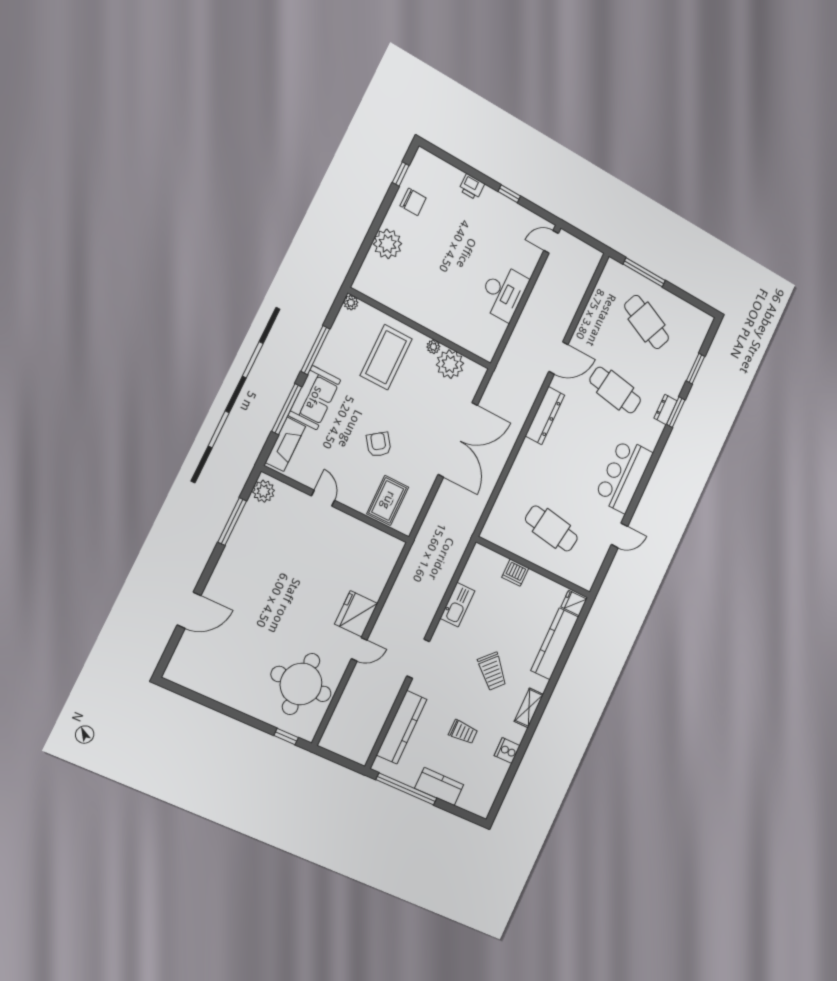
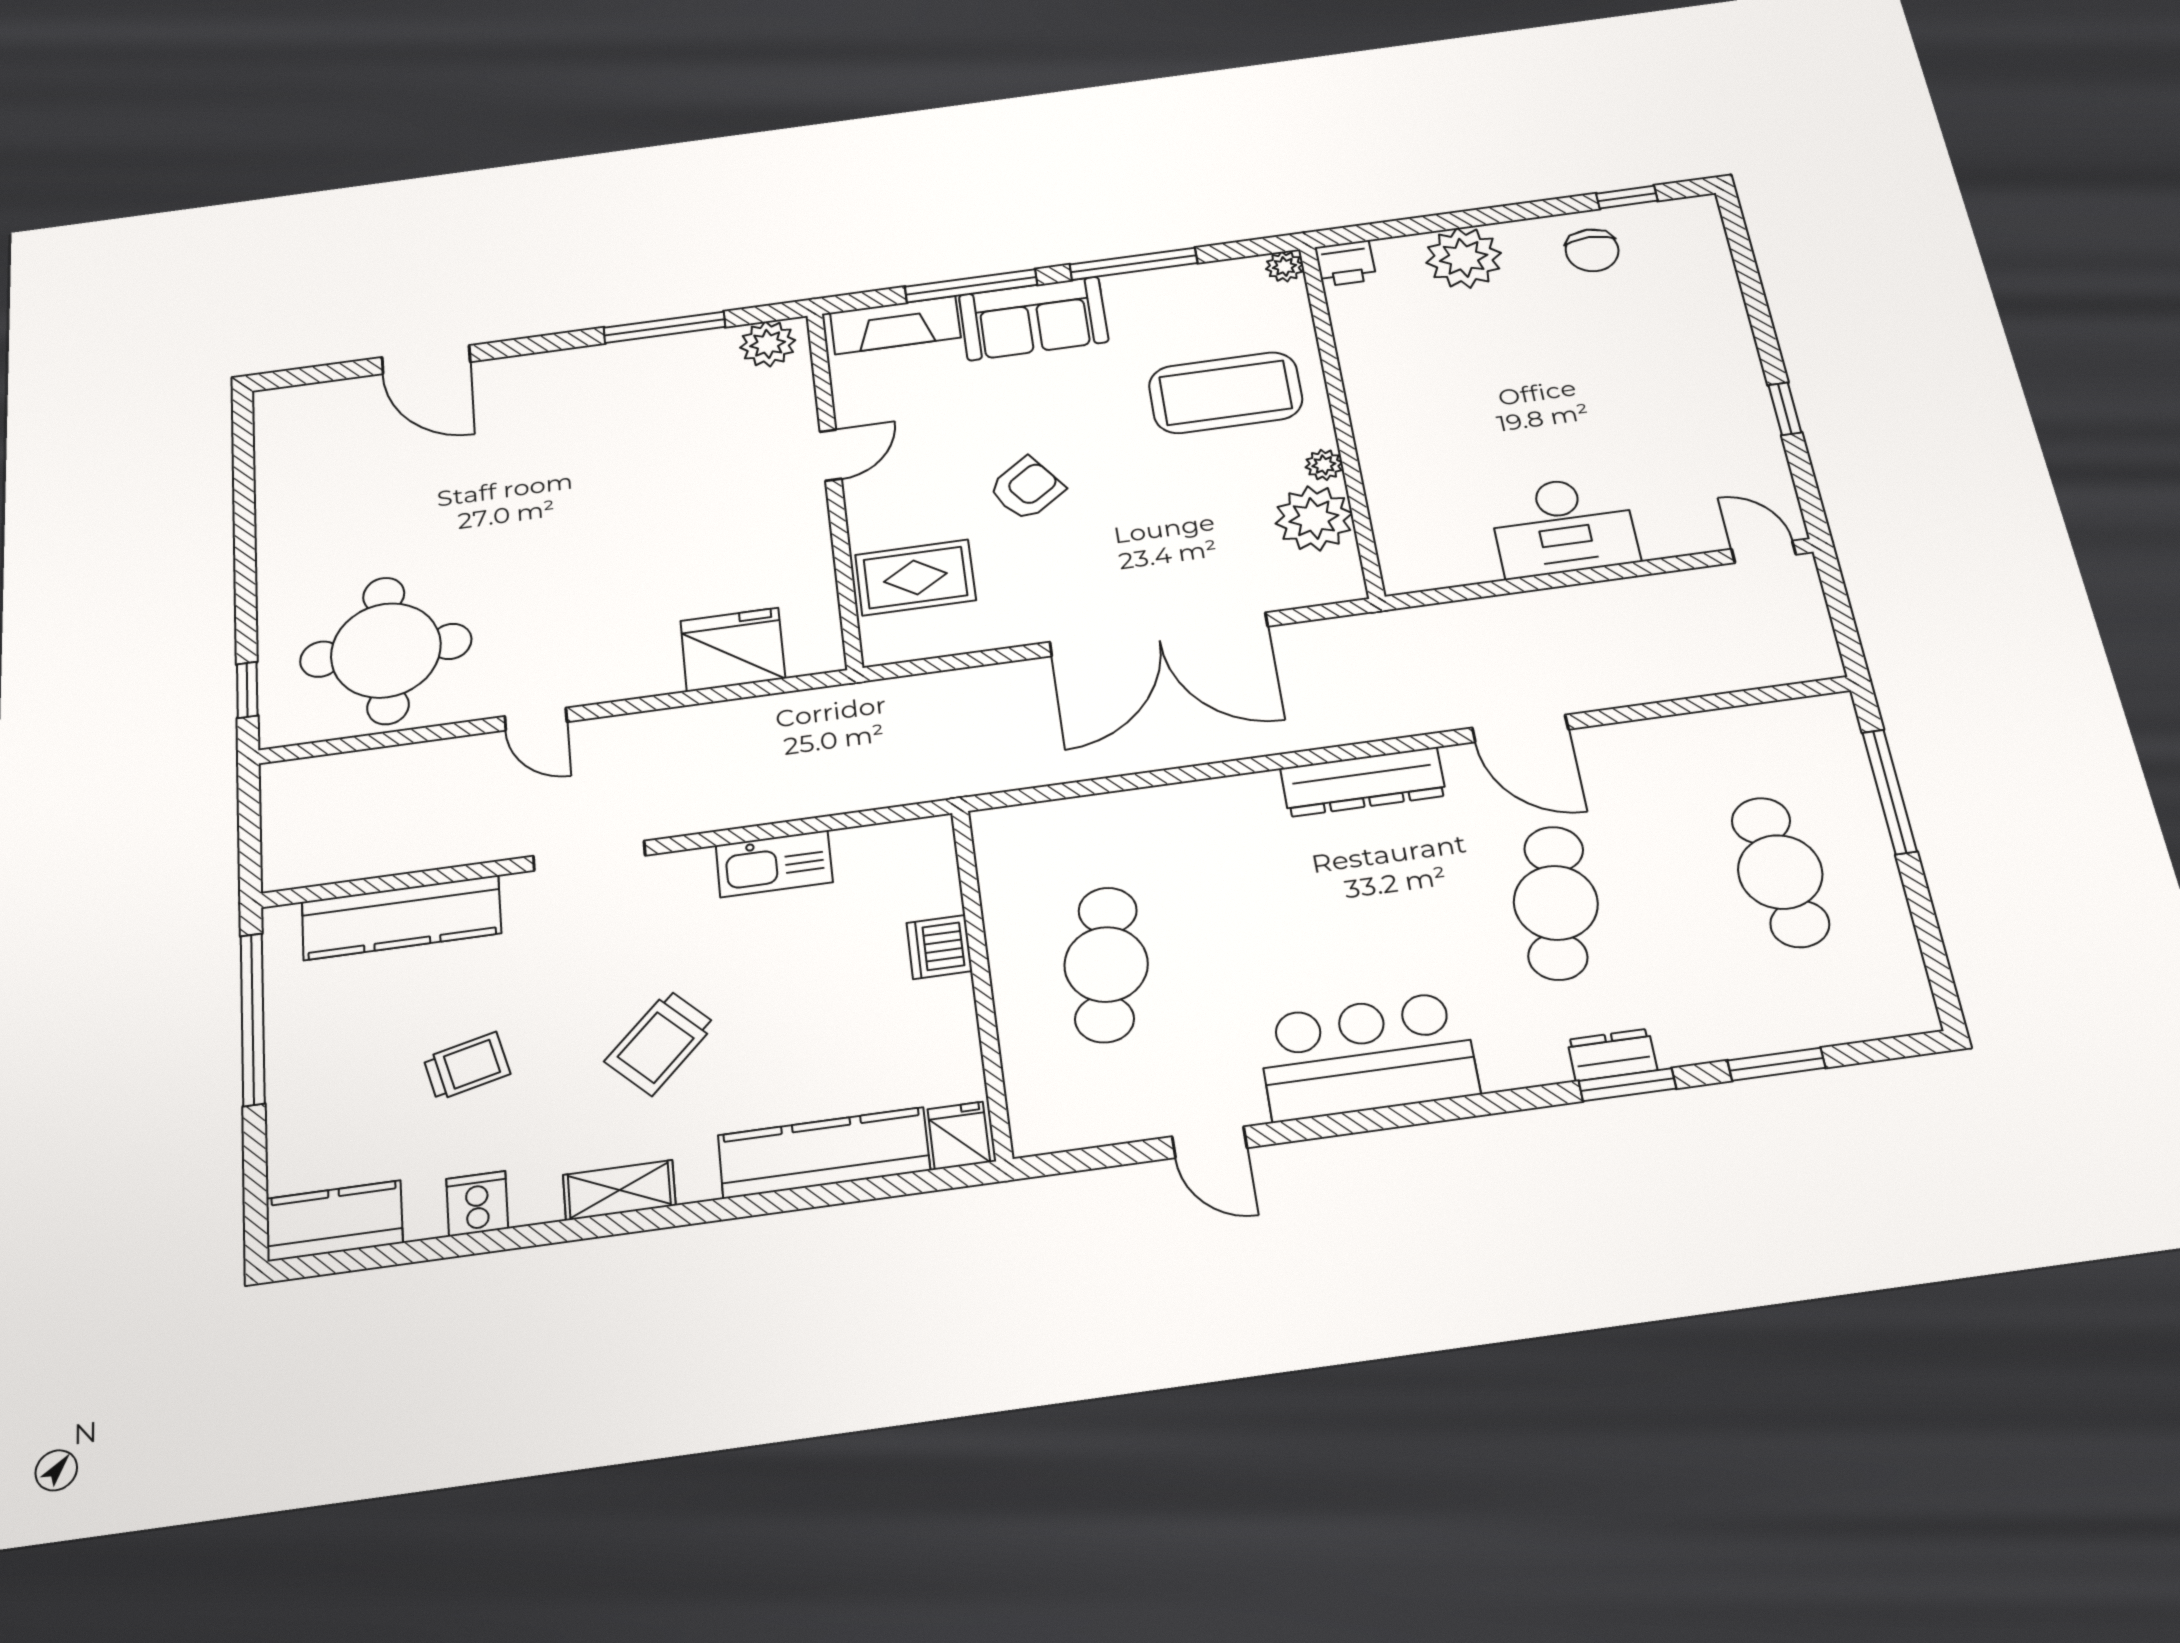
printer: (472, 187) -> (1345, 263), moved, turned -90
cafe table: (647, 322) -> (1780, 872), turned -30
fridge: (356, 614) -> (733, 650), moved
trolley: (463, 732) -> (467, 1066), turned -104
kitchen counter: (439, 786) -> (334, 1221), moved, turned -90

